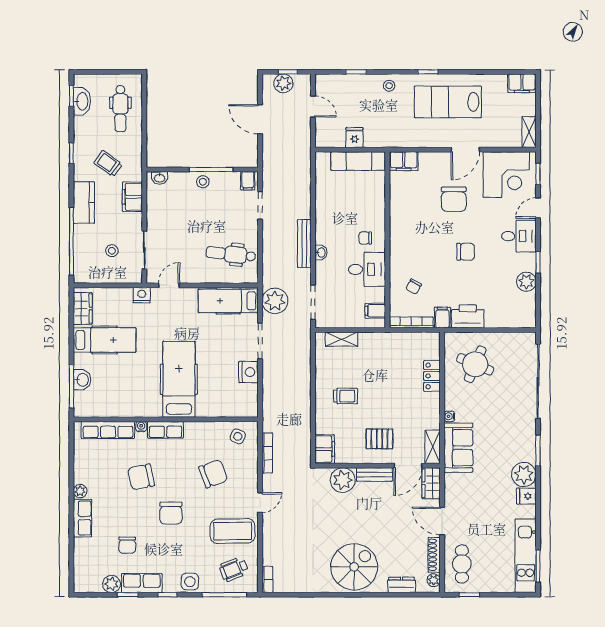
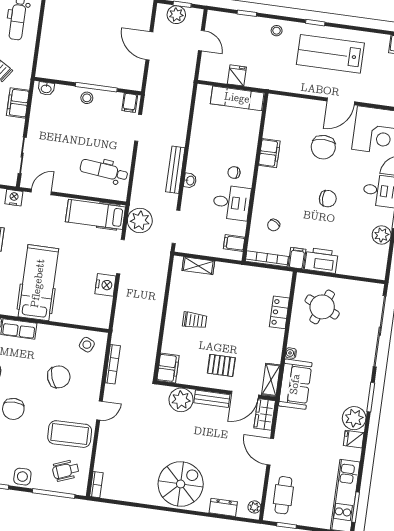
filing cabinet: (404, 161) -> (269, 153), moved, turned -90
shoe rack: (434, 555) -> (258, 483), removed

